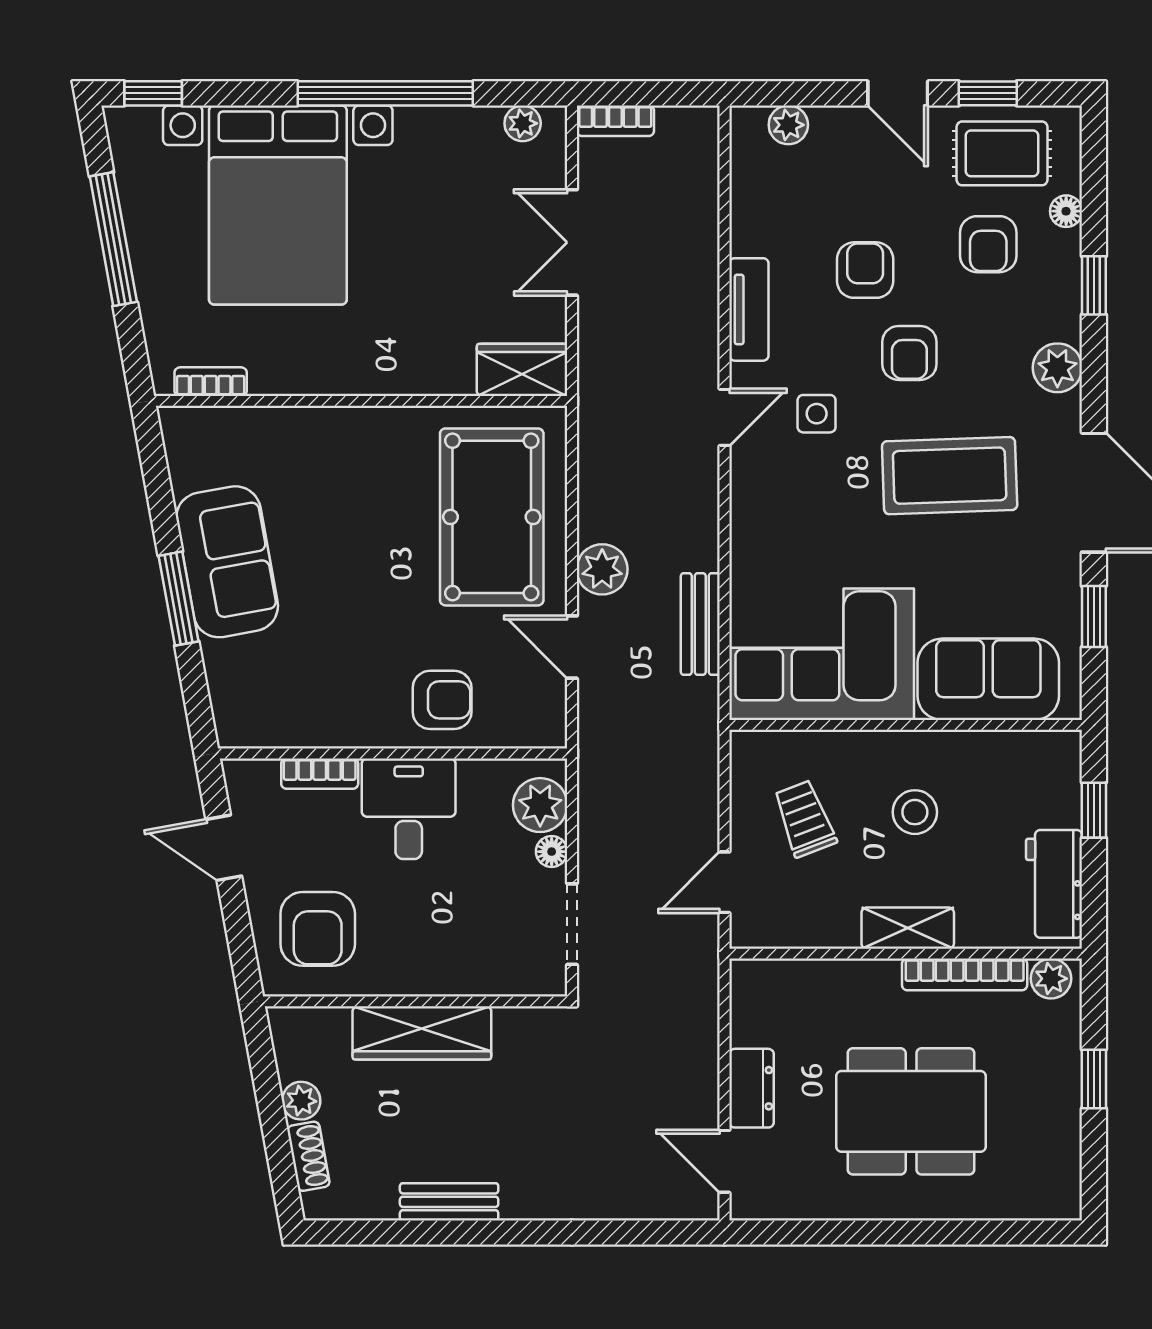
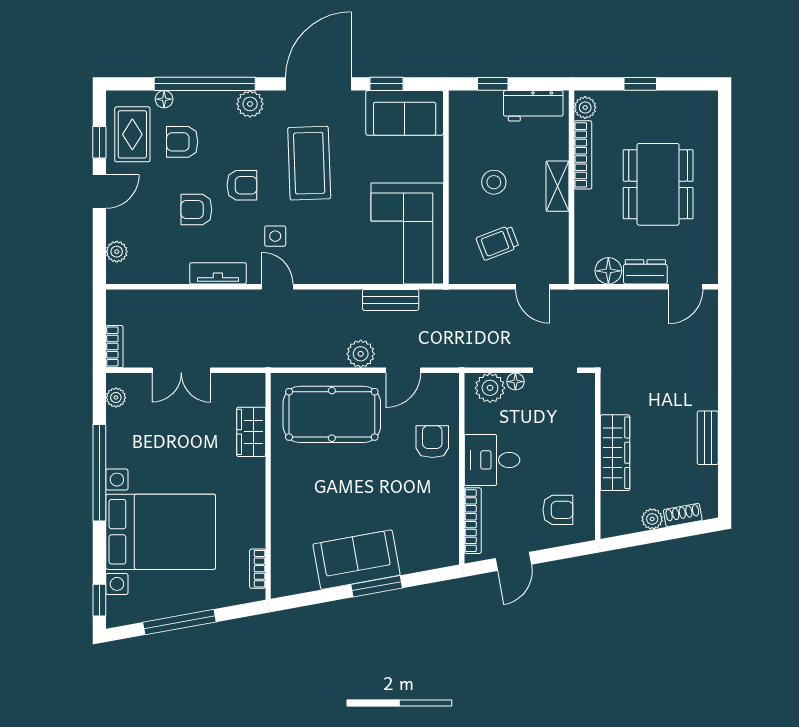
armchair: (988, 244) -> (182, 142), turned 180
window: (1094, 285) -> (205, 84), width x3.17
wardrobe: (522, 370) -> (251, 432), moved
sofa: (988, 679) -> (405, 113), moved, turned -90
bookcase: (320, 774) -> (473, 521), width x1.56
armchair: (318, 929) -> (558, 510), width x0.72, depth x0.72
floor lamp: (753, 1021) -> (608, 271), added

